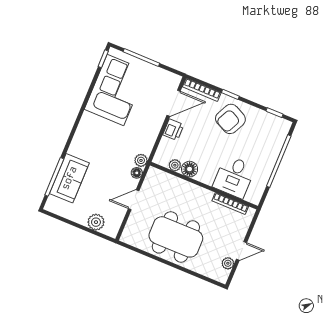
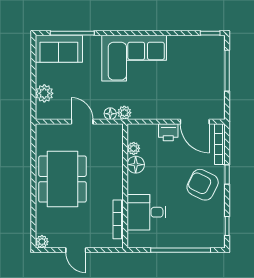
corner sofa: (115, 90) -> (134, 58), moved
sofa: (69, 178) -> (59, 49), moved
plant: (228, 263) -> (42, 242), moved

